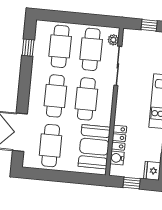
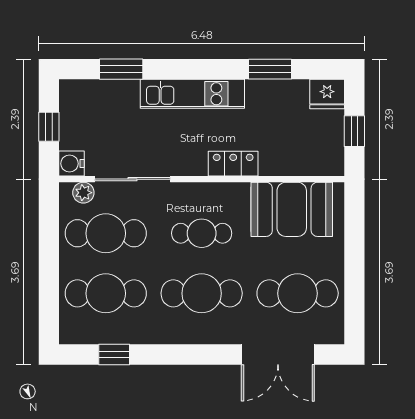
cafe table: (86, 99) -> (202, 233), width x0.73, depth x0.74
locker: (119, 138) -> (233, 164), moved
water cooler: (117, 158) -> (71, 164), moved, turned 90

